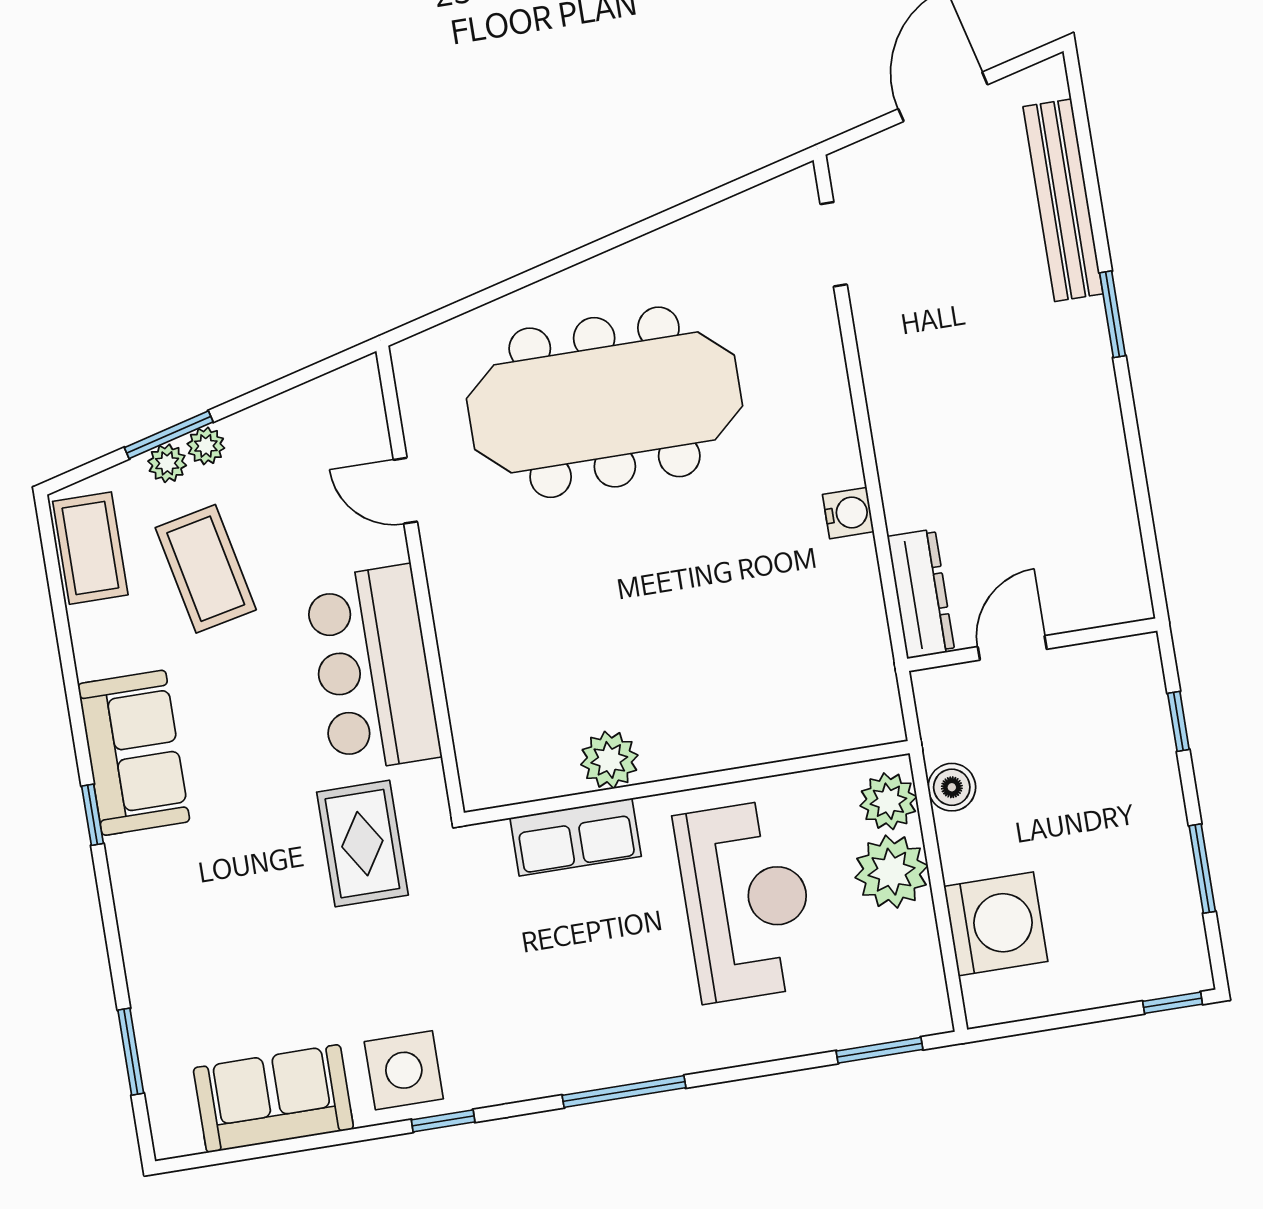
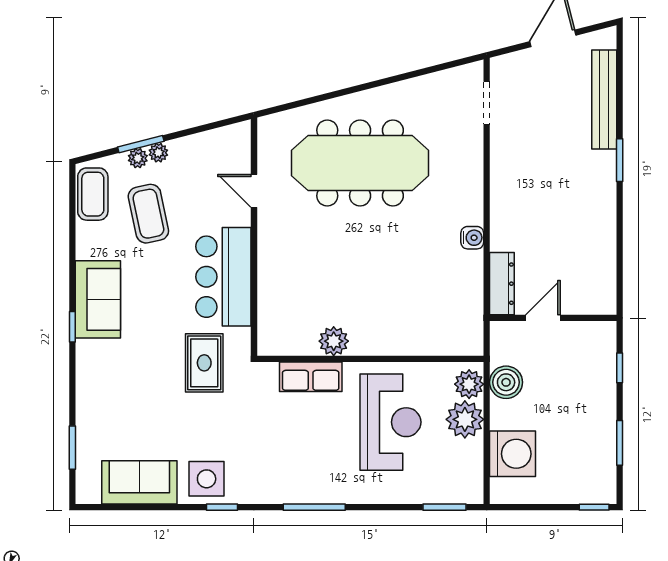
boiler: (952, 787) -> (506, 382), width x1.36, depth x1.36

